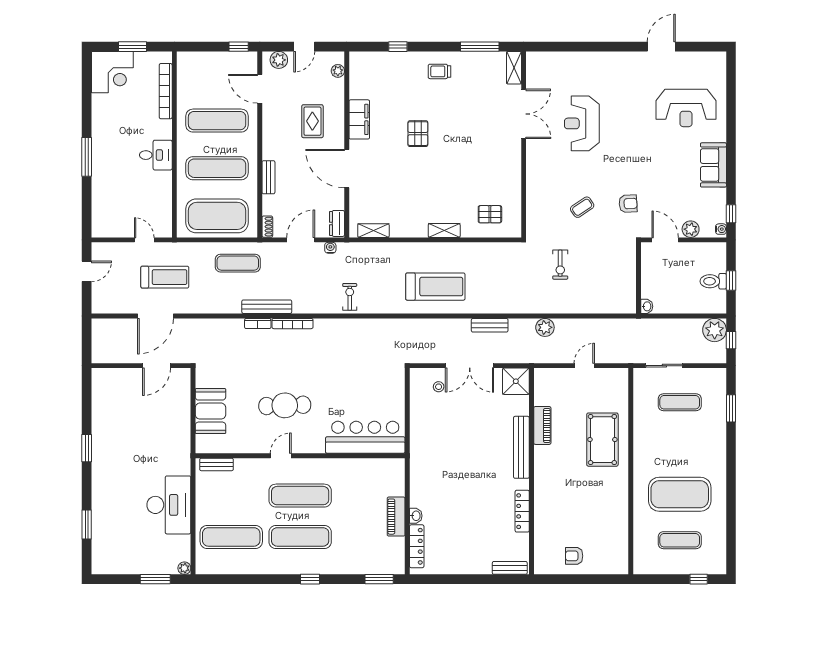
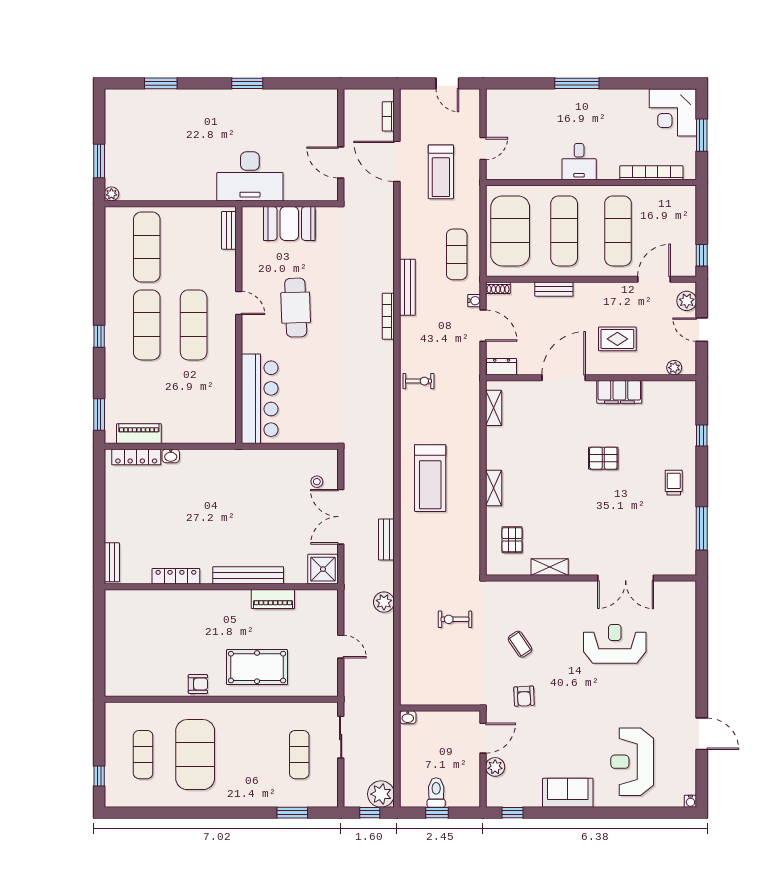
shelving: (514, 68) -> (550, 567), moved
water cooler: (721, 229) -> (690, 801), moved
water cooler: (330, 248) -> (474, 301), moved
bookcase: (258, 324) -> (388, 116), moved
desk: (169, 505) -> (250, 176), moved
piano: (396, 517) -> (139, 434), moved
armchair: (574, 556) -> (198, 684), moved, turned 90

